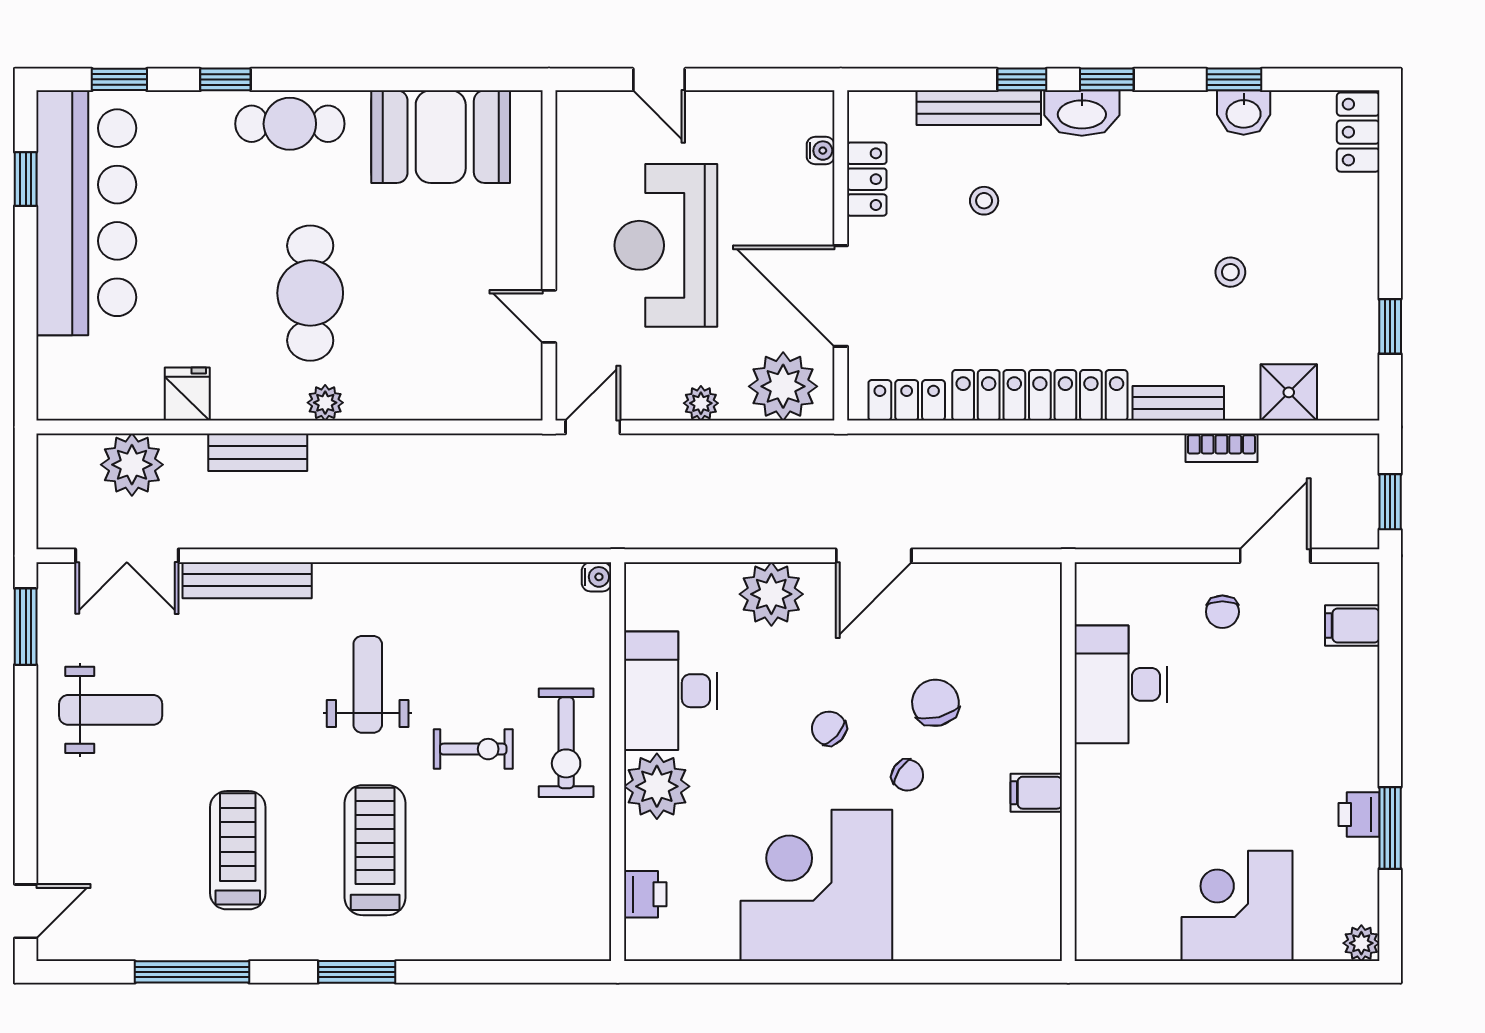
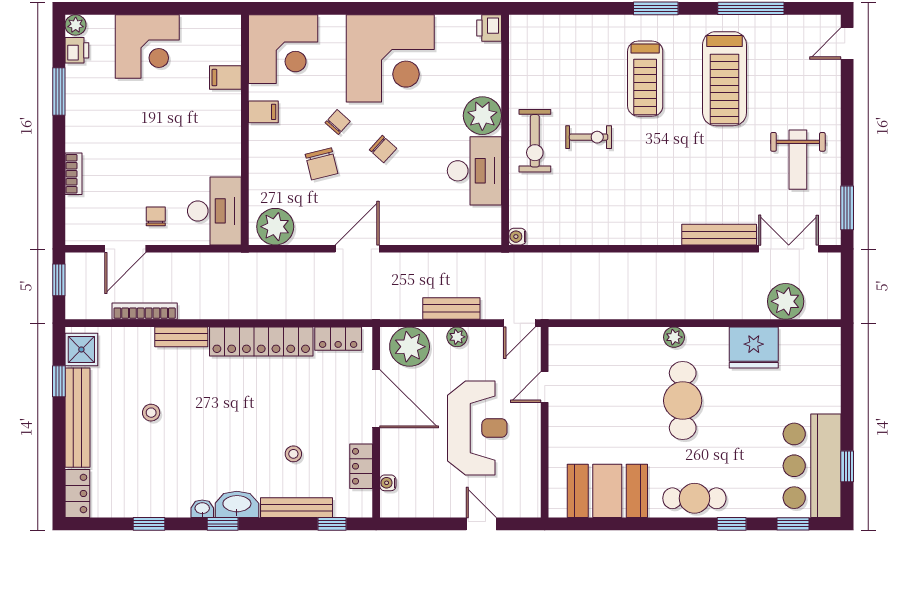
window: (1022, 79) -> (332, 524), moved
washbasin: (1244, 113) -> (202, 509), moved, width x0.72, depth x0.69
bar counter: (86, 213) -> (812, 466), width x0.73
bench: (1358, 264) -> (77, 418), added
door: (549, 316) -> (545, 387), swing flipped
shower: (1289, 392) -> (81, 349), moved
fridge: (187, 394) -> (754, 347), width x1.88, depth x1.34
bookcase: (1221, 448) -> (145, 311), width x1.56
bench: (258, 452) -> (451, 309), moved
plant: (771, 594) -> (275, 227), moved
filing cabinet: (1352, 625) -> (225, 77), moved, turned 180
weight bench: (368, 684) -> (649, 174), removed
desk: (1121, 684) -> (214, 211), moved
bookcase: (1365, 686) -> (73, 174), added
weight bench: (111, 710) -> (798, 160), turned -90
exercise bike: (566, 743) -> (535, 141), turned 180
exercise bike: (473, 749) -> (589, 137), turned 180
chair: (907, 775) -> (338, 122), turned 98
printer: (1359, 815) -> (77, 50), moved
treadmill: (238, 850) -> (725, 79), width x1.37, depth x1.38
printer: (645, 894) -> (489, 28), moved
corner desk: (1002, 901) -> (283, 49), added

